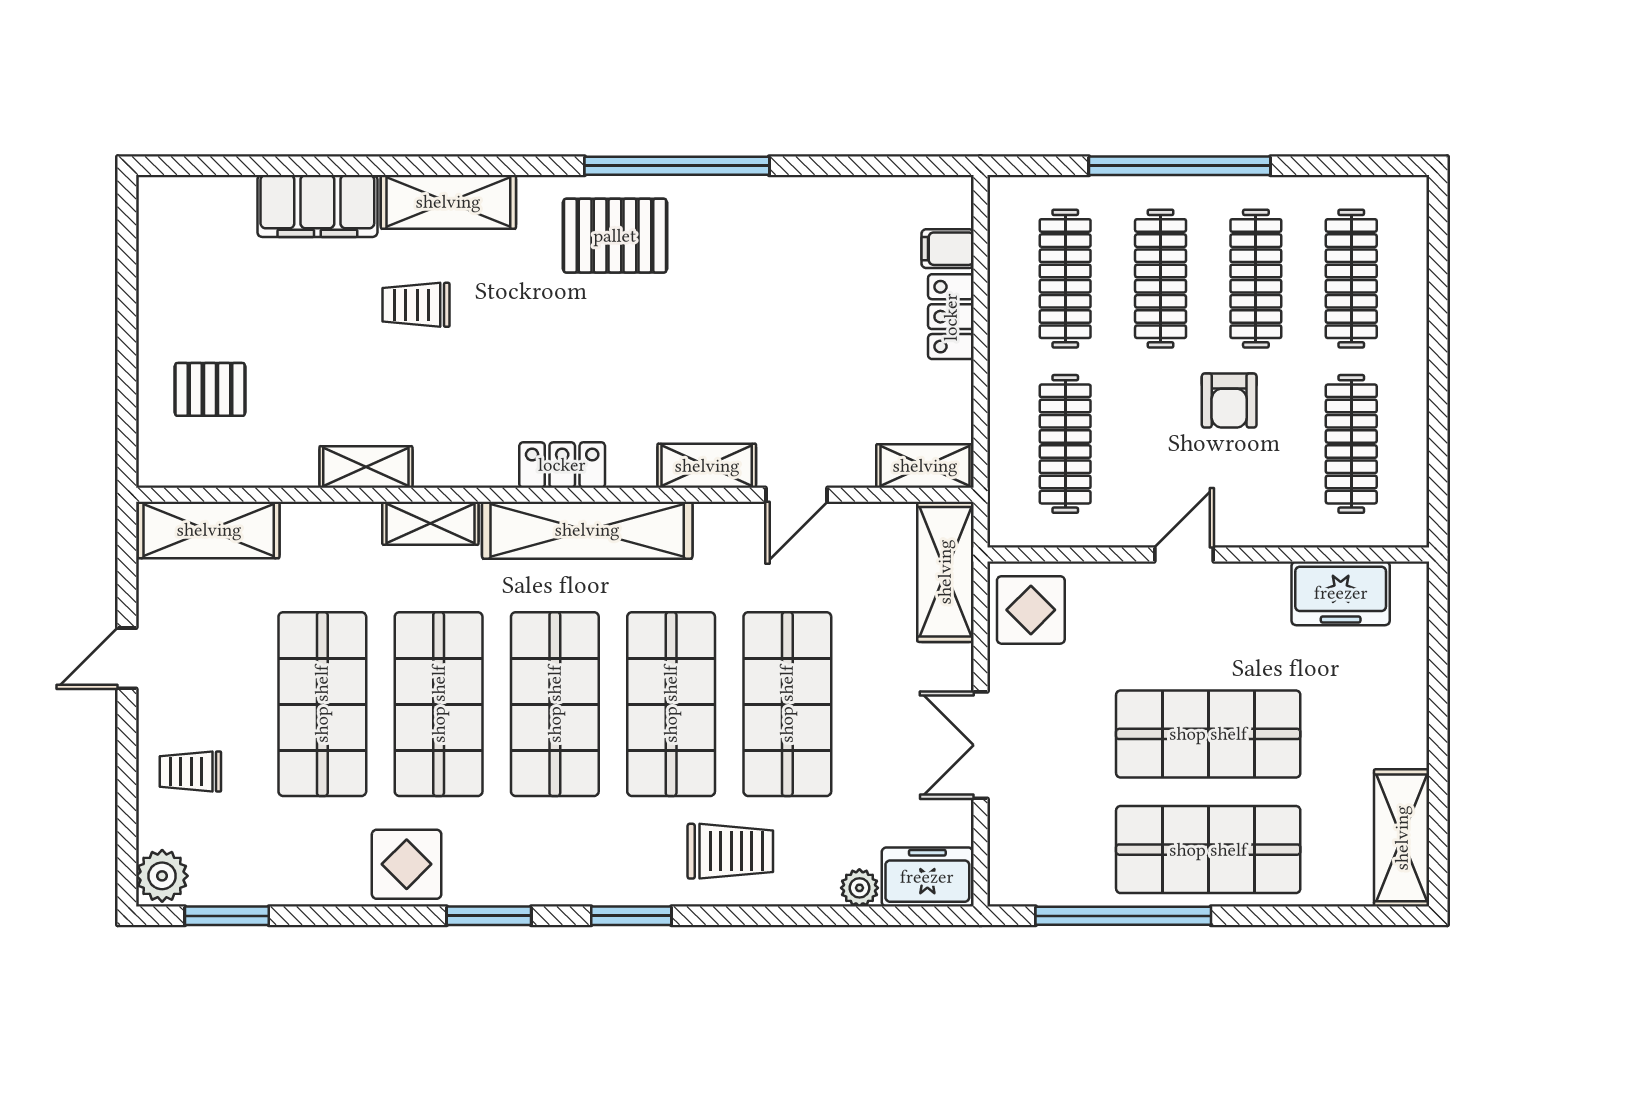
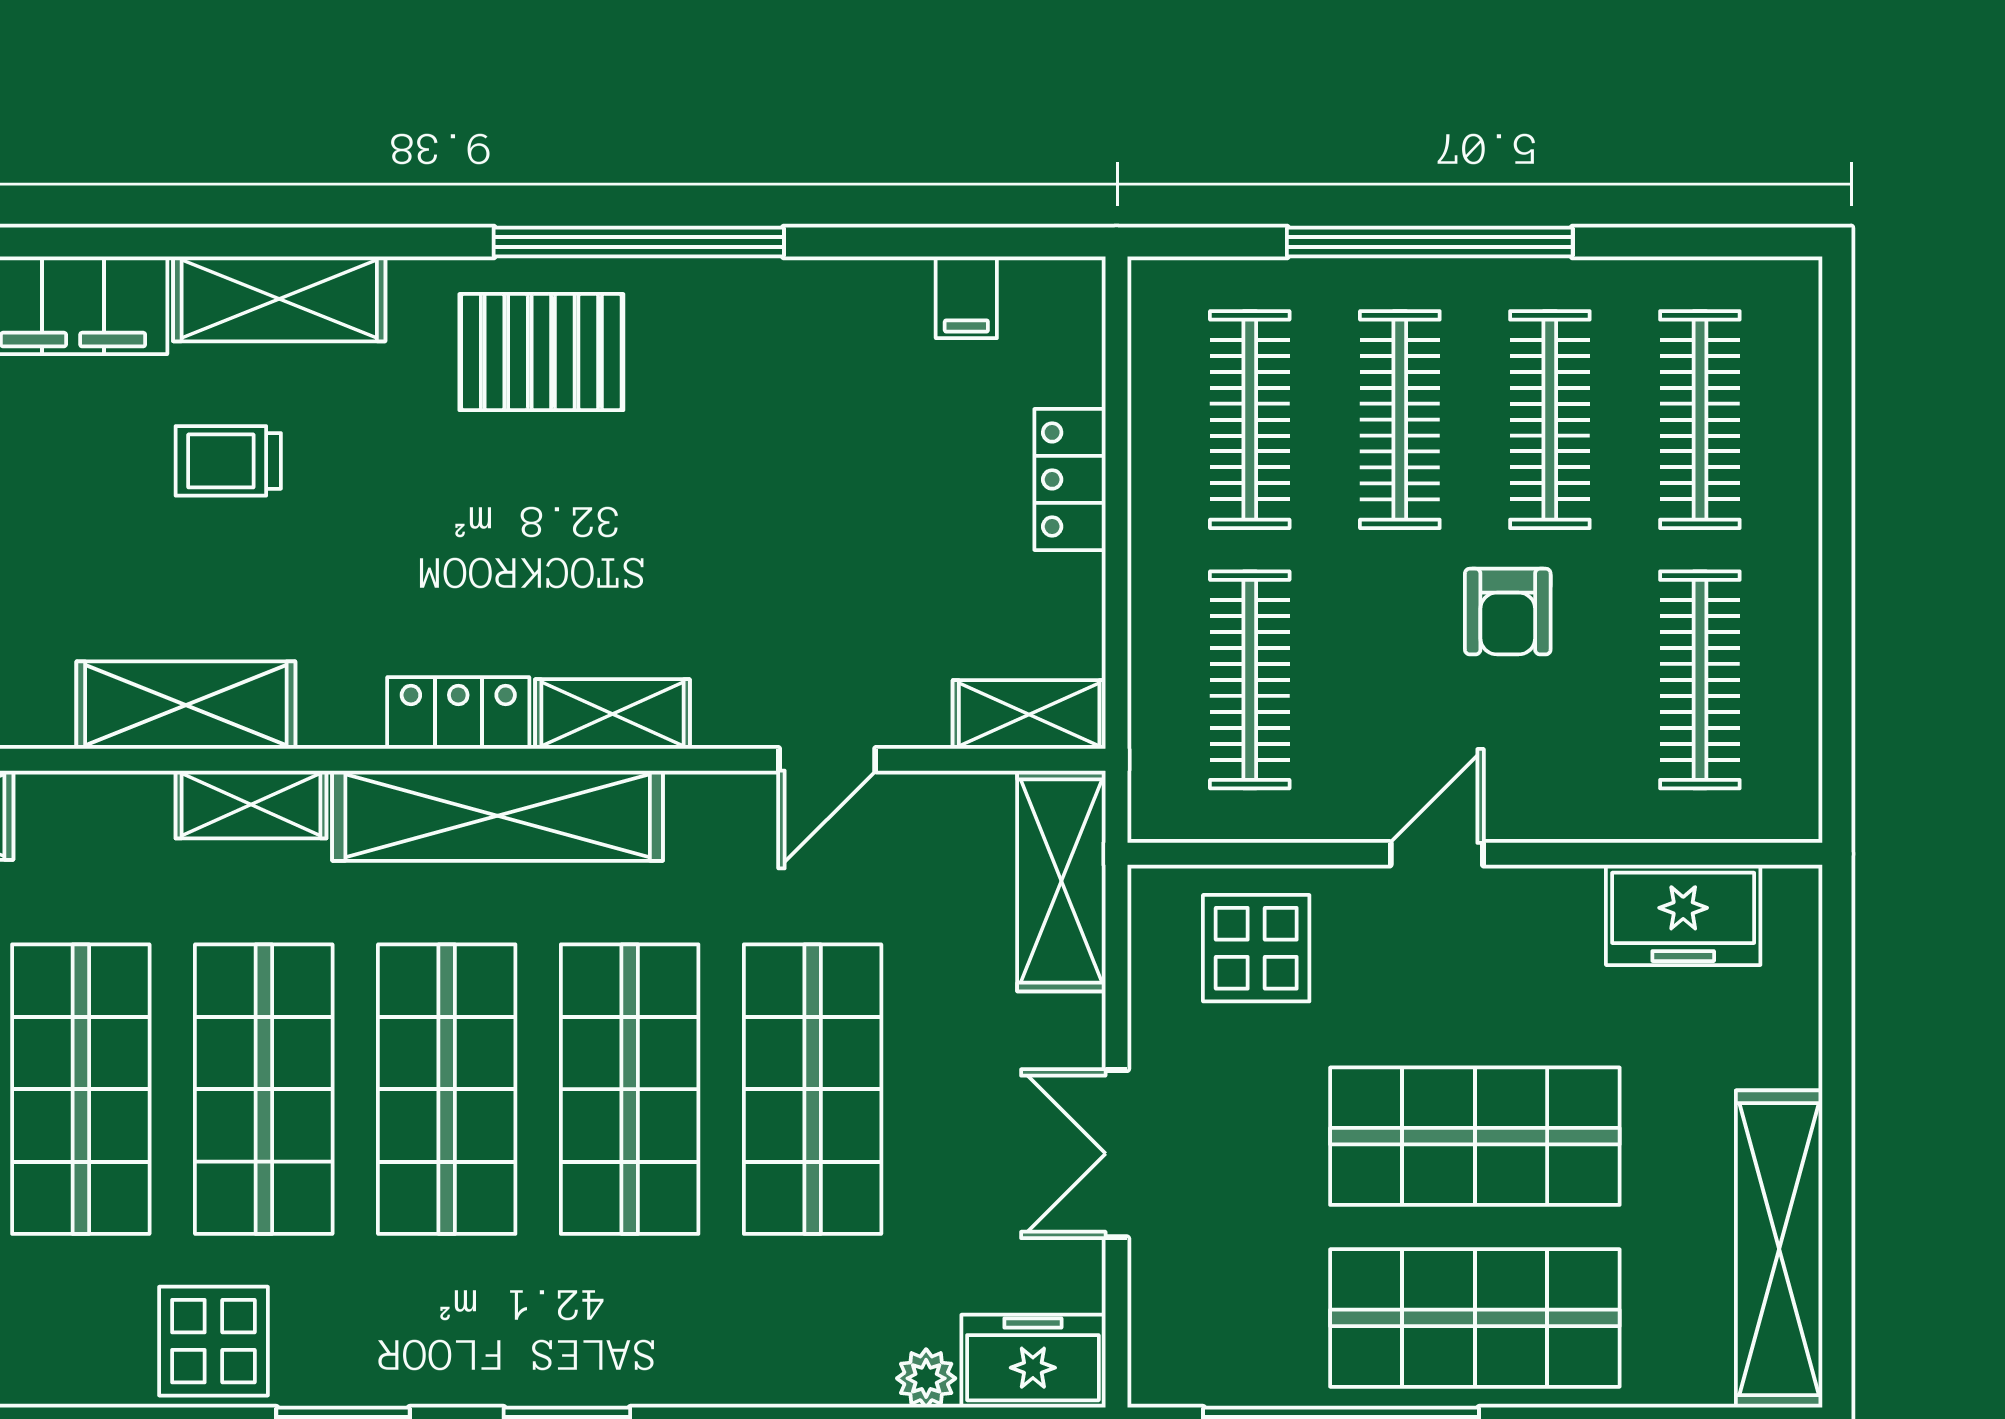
filing cabinet: (948, 249) -> (966, 297), moved, turned -90
shelving: (707, 466) -> (612, 714), moved
shelving: (366, 467) -> (186, 705), width x1.50, depth x1.33
display table: (1031, 610) -> (1256, 948), moved
shelving: (1402, 838) -> (1779, 1249), width x1.47
trolley: (730, 851) -> (723, 1321), removed

